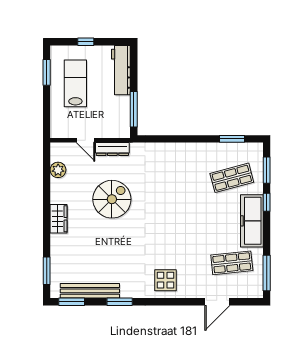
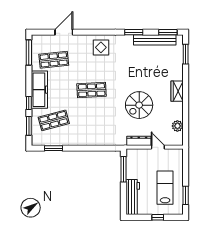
lab bench: (75, 83) -> (165, 188), turned 180
shop shelf: (179, 220) -> (92, 90), added

